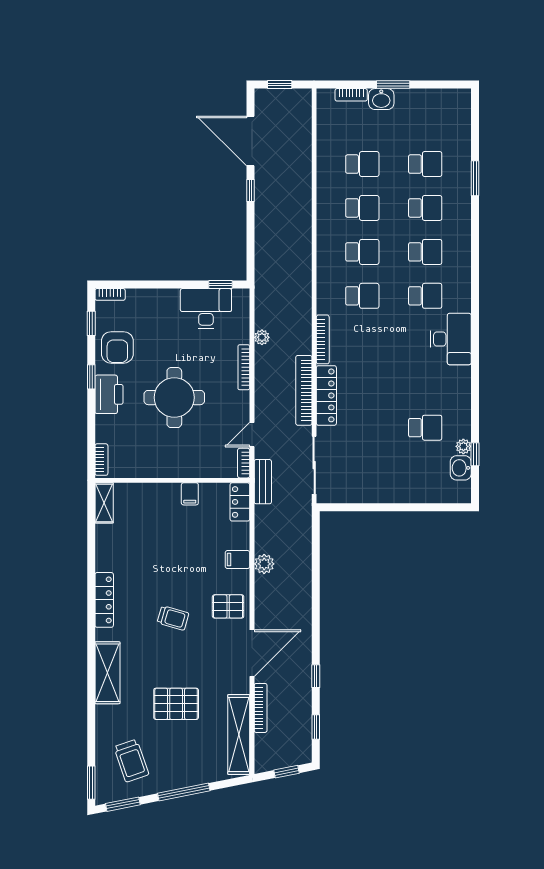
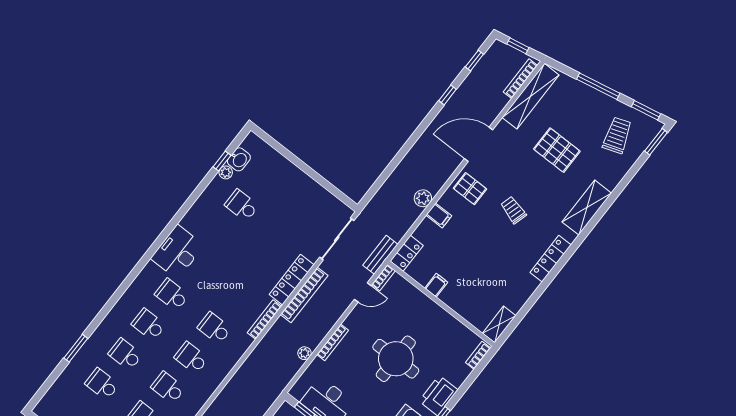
bookcase: (261, 708) -> (520, 79), moved

